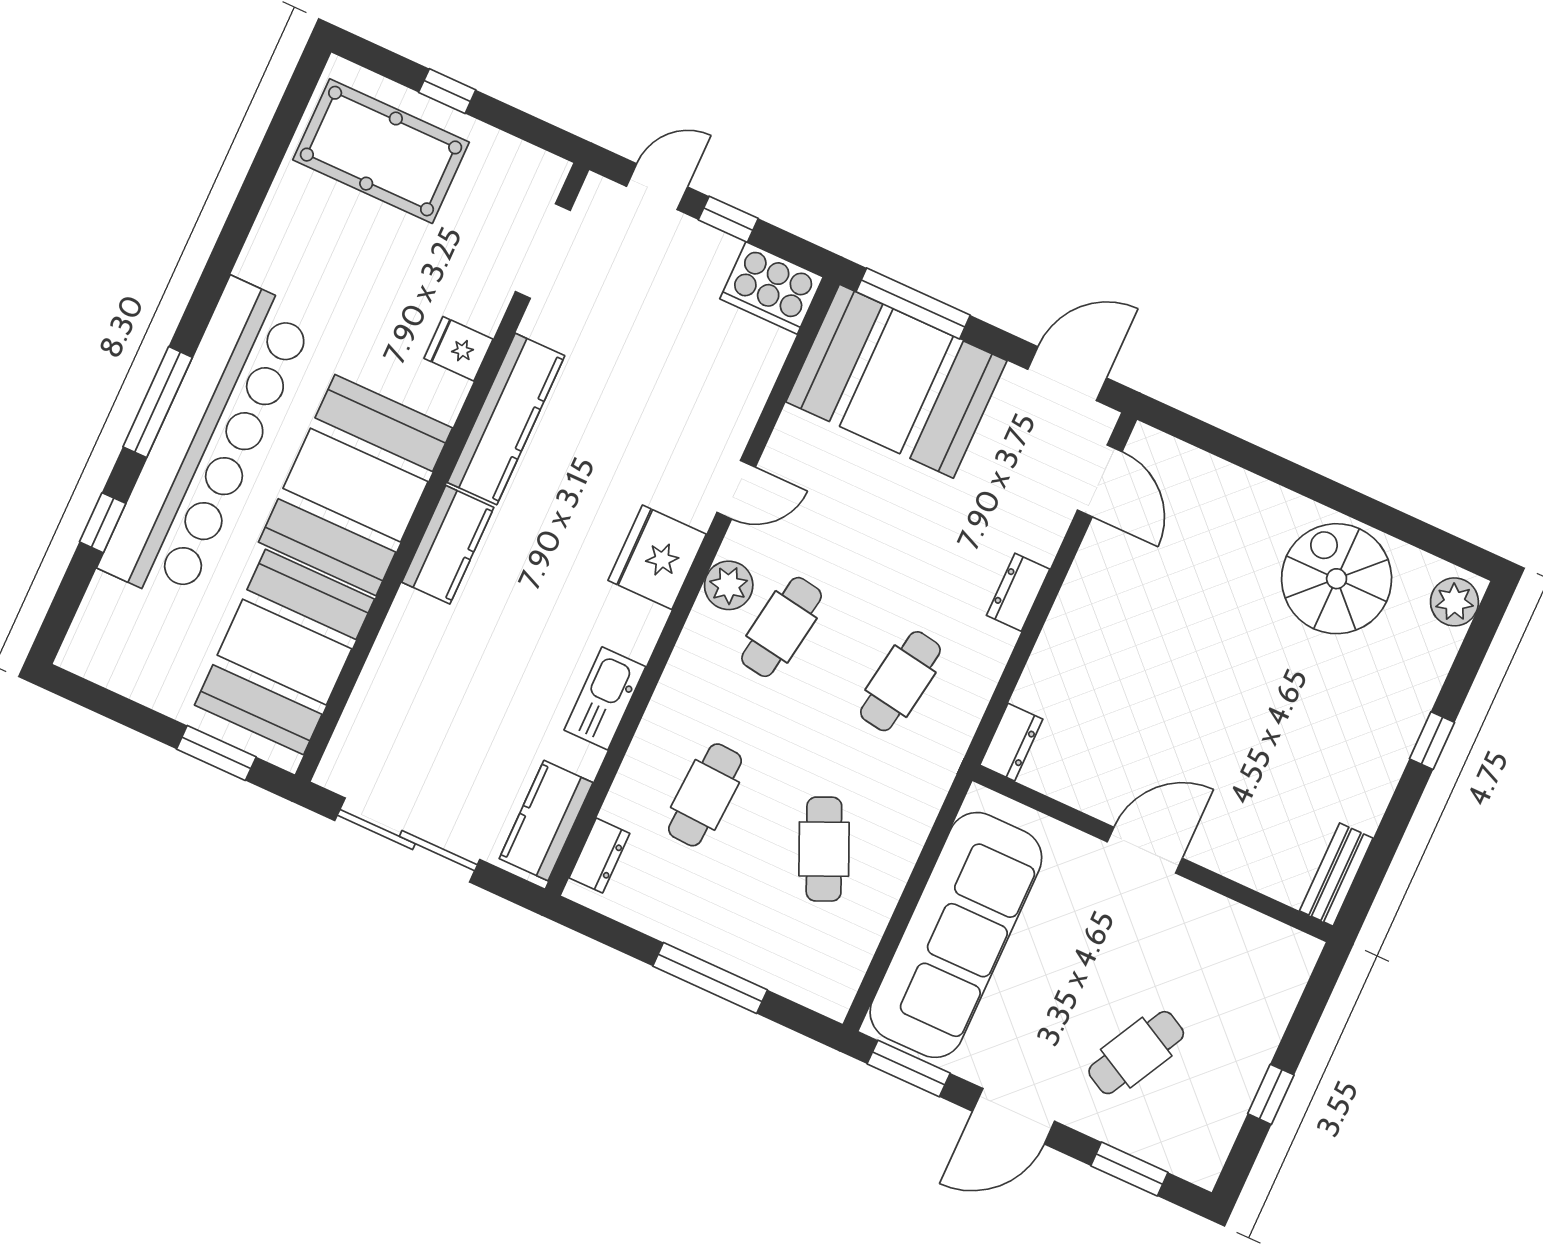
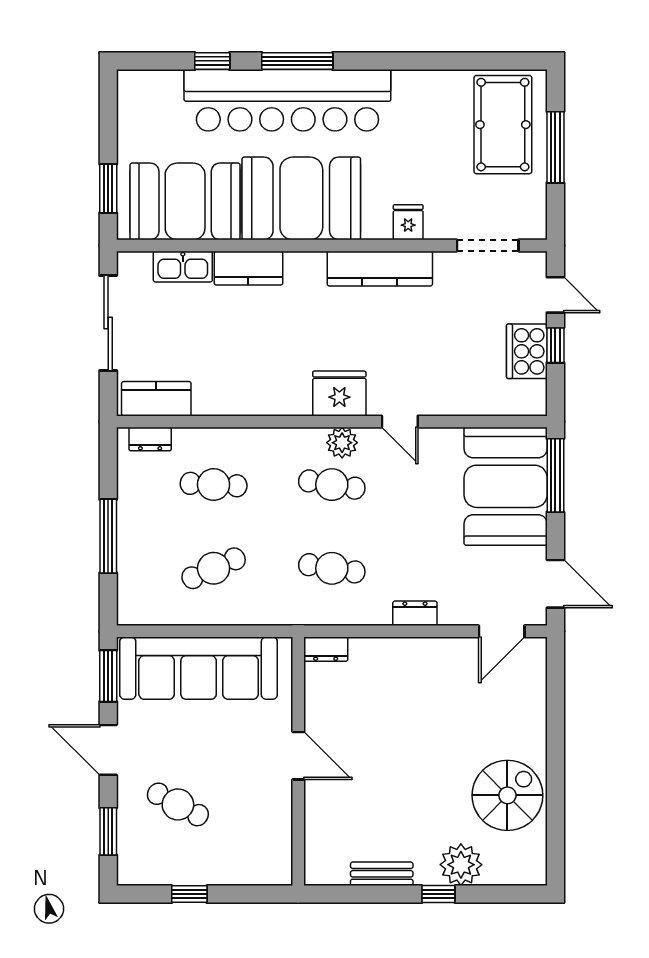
window: (447, 91) -> (555, 147), width x2.17
cooker: (772, 288) -> (527, 351), moved
kitchen counter: (448, 545) -> (248, 268), moved
plant: (1454, 602) -> (461, 865), moved, width x1.36, depth x1.36
kitchen sink: (605, 698) -> (183, 267), moved, turned 180
bench: (1336, 875) -> (382, 874), moved

